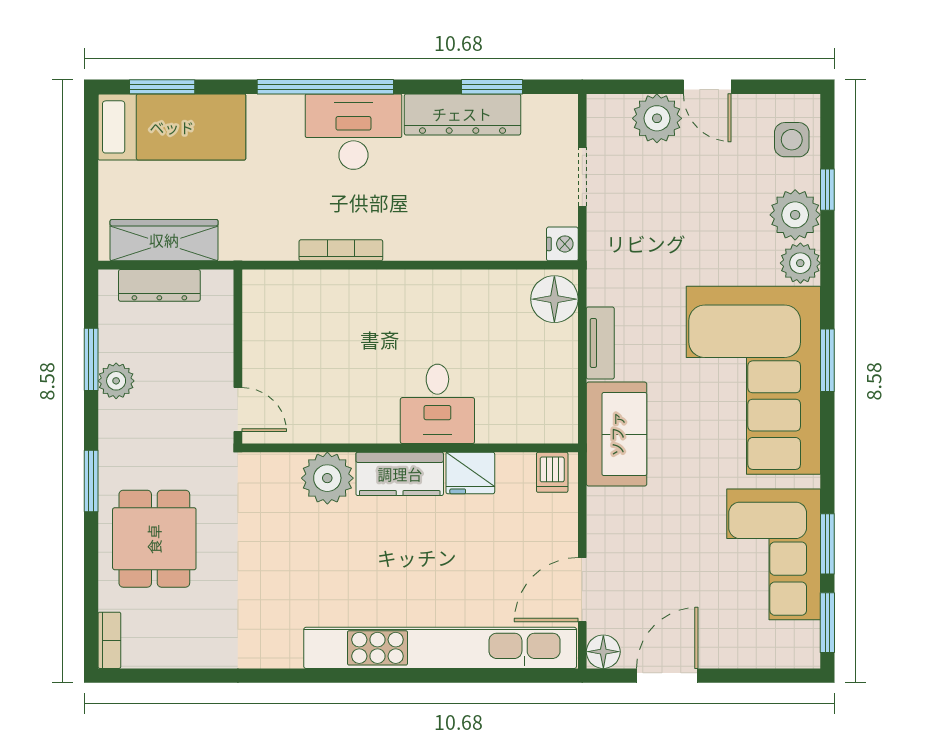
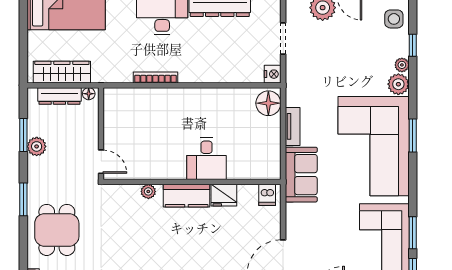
plant: (795, 215) -> (402, 65), width x0.53, depth x0.53
floor lamp: (215, 281) -> (89, 94), added
plant: (327, 478) -> (148, 191), width x0.53, depth x0.53

